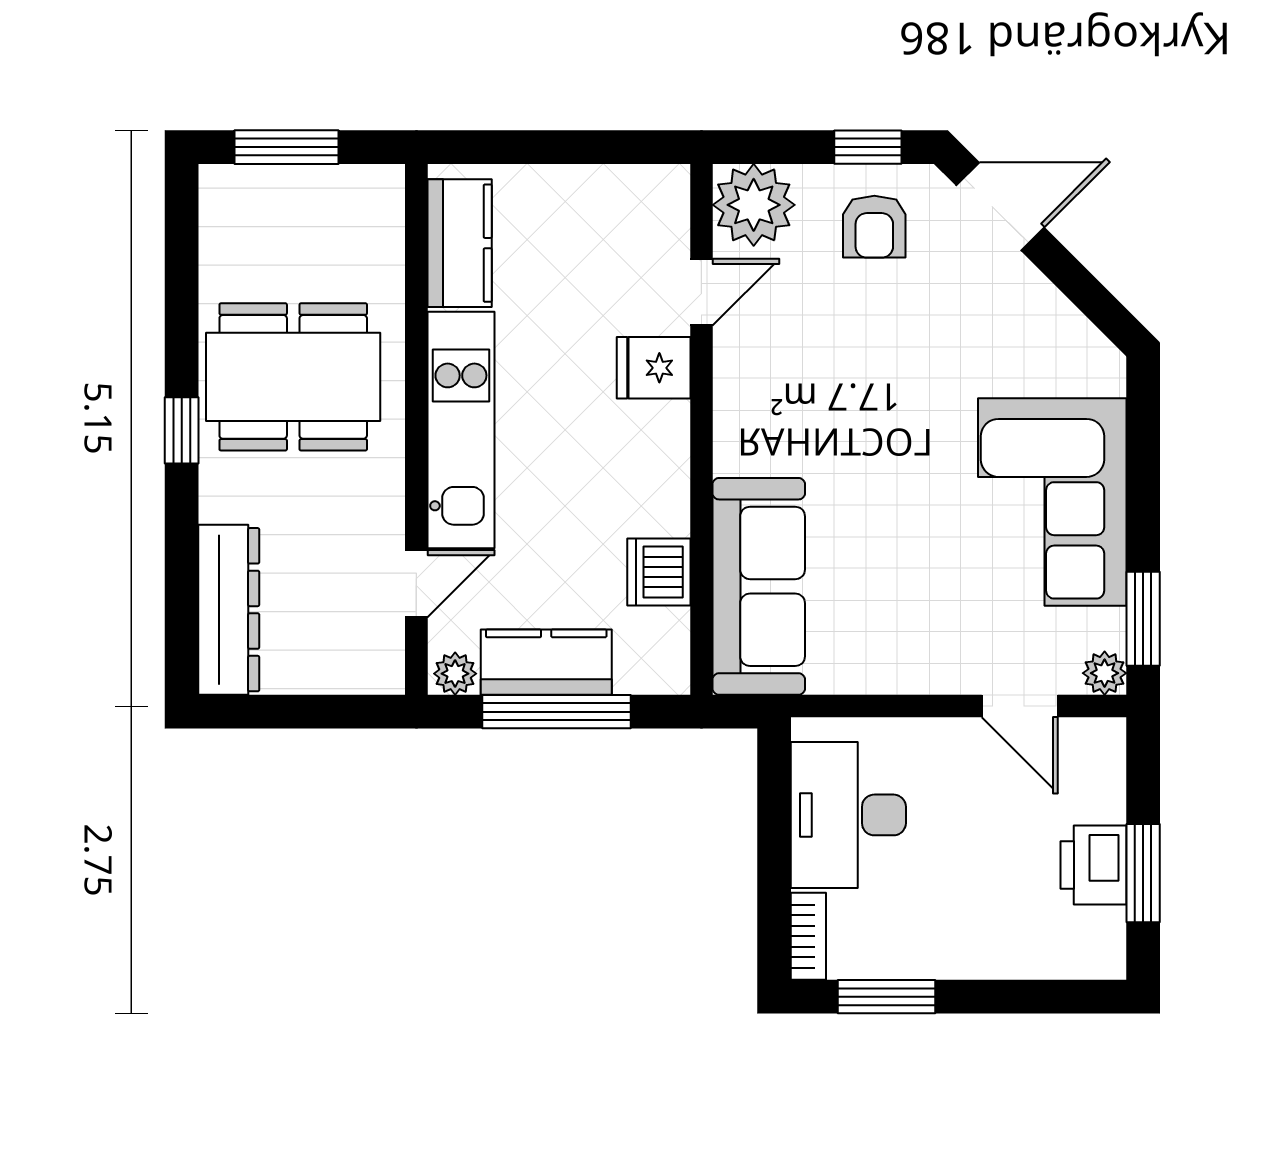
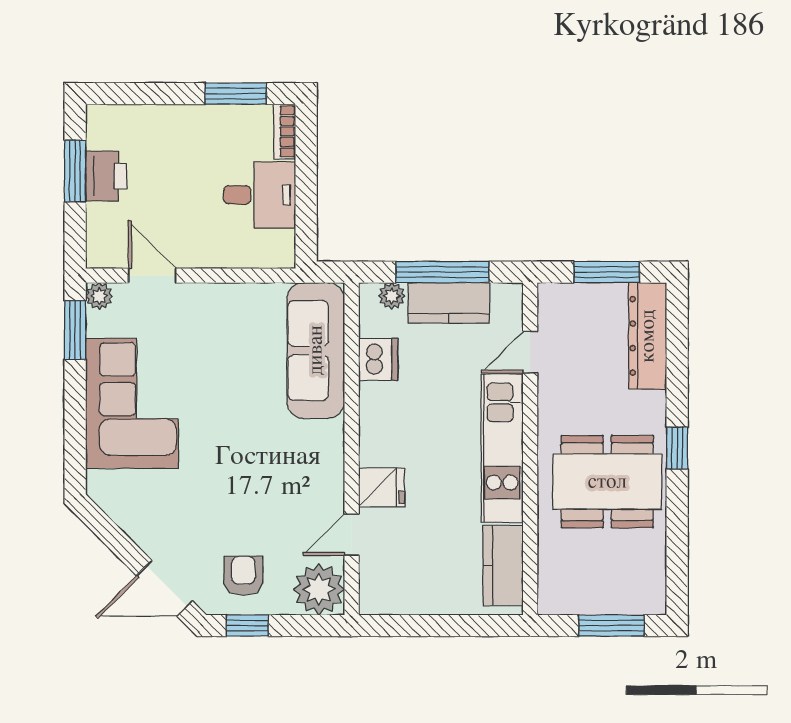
plant: (455, 674) -> (392, 296), moved
window: (294, 712) -> (607, 272), added
desk: (848, 815) -> (260, 195), width x0.73

